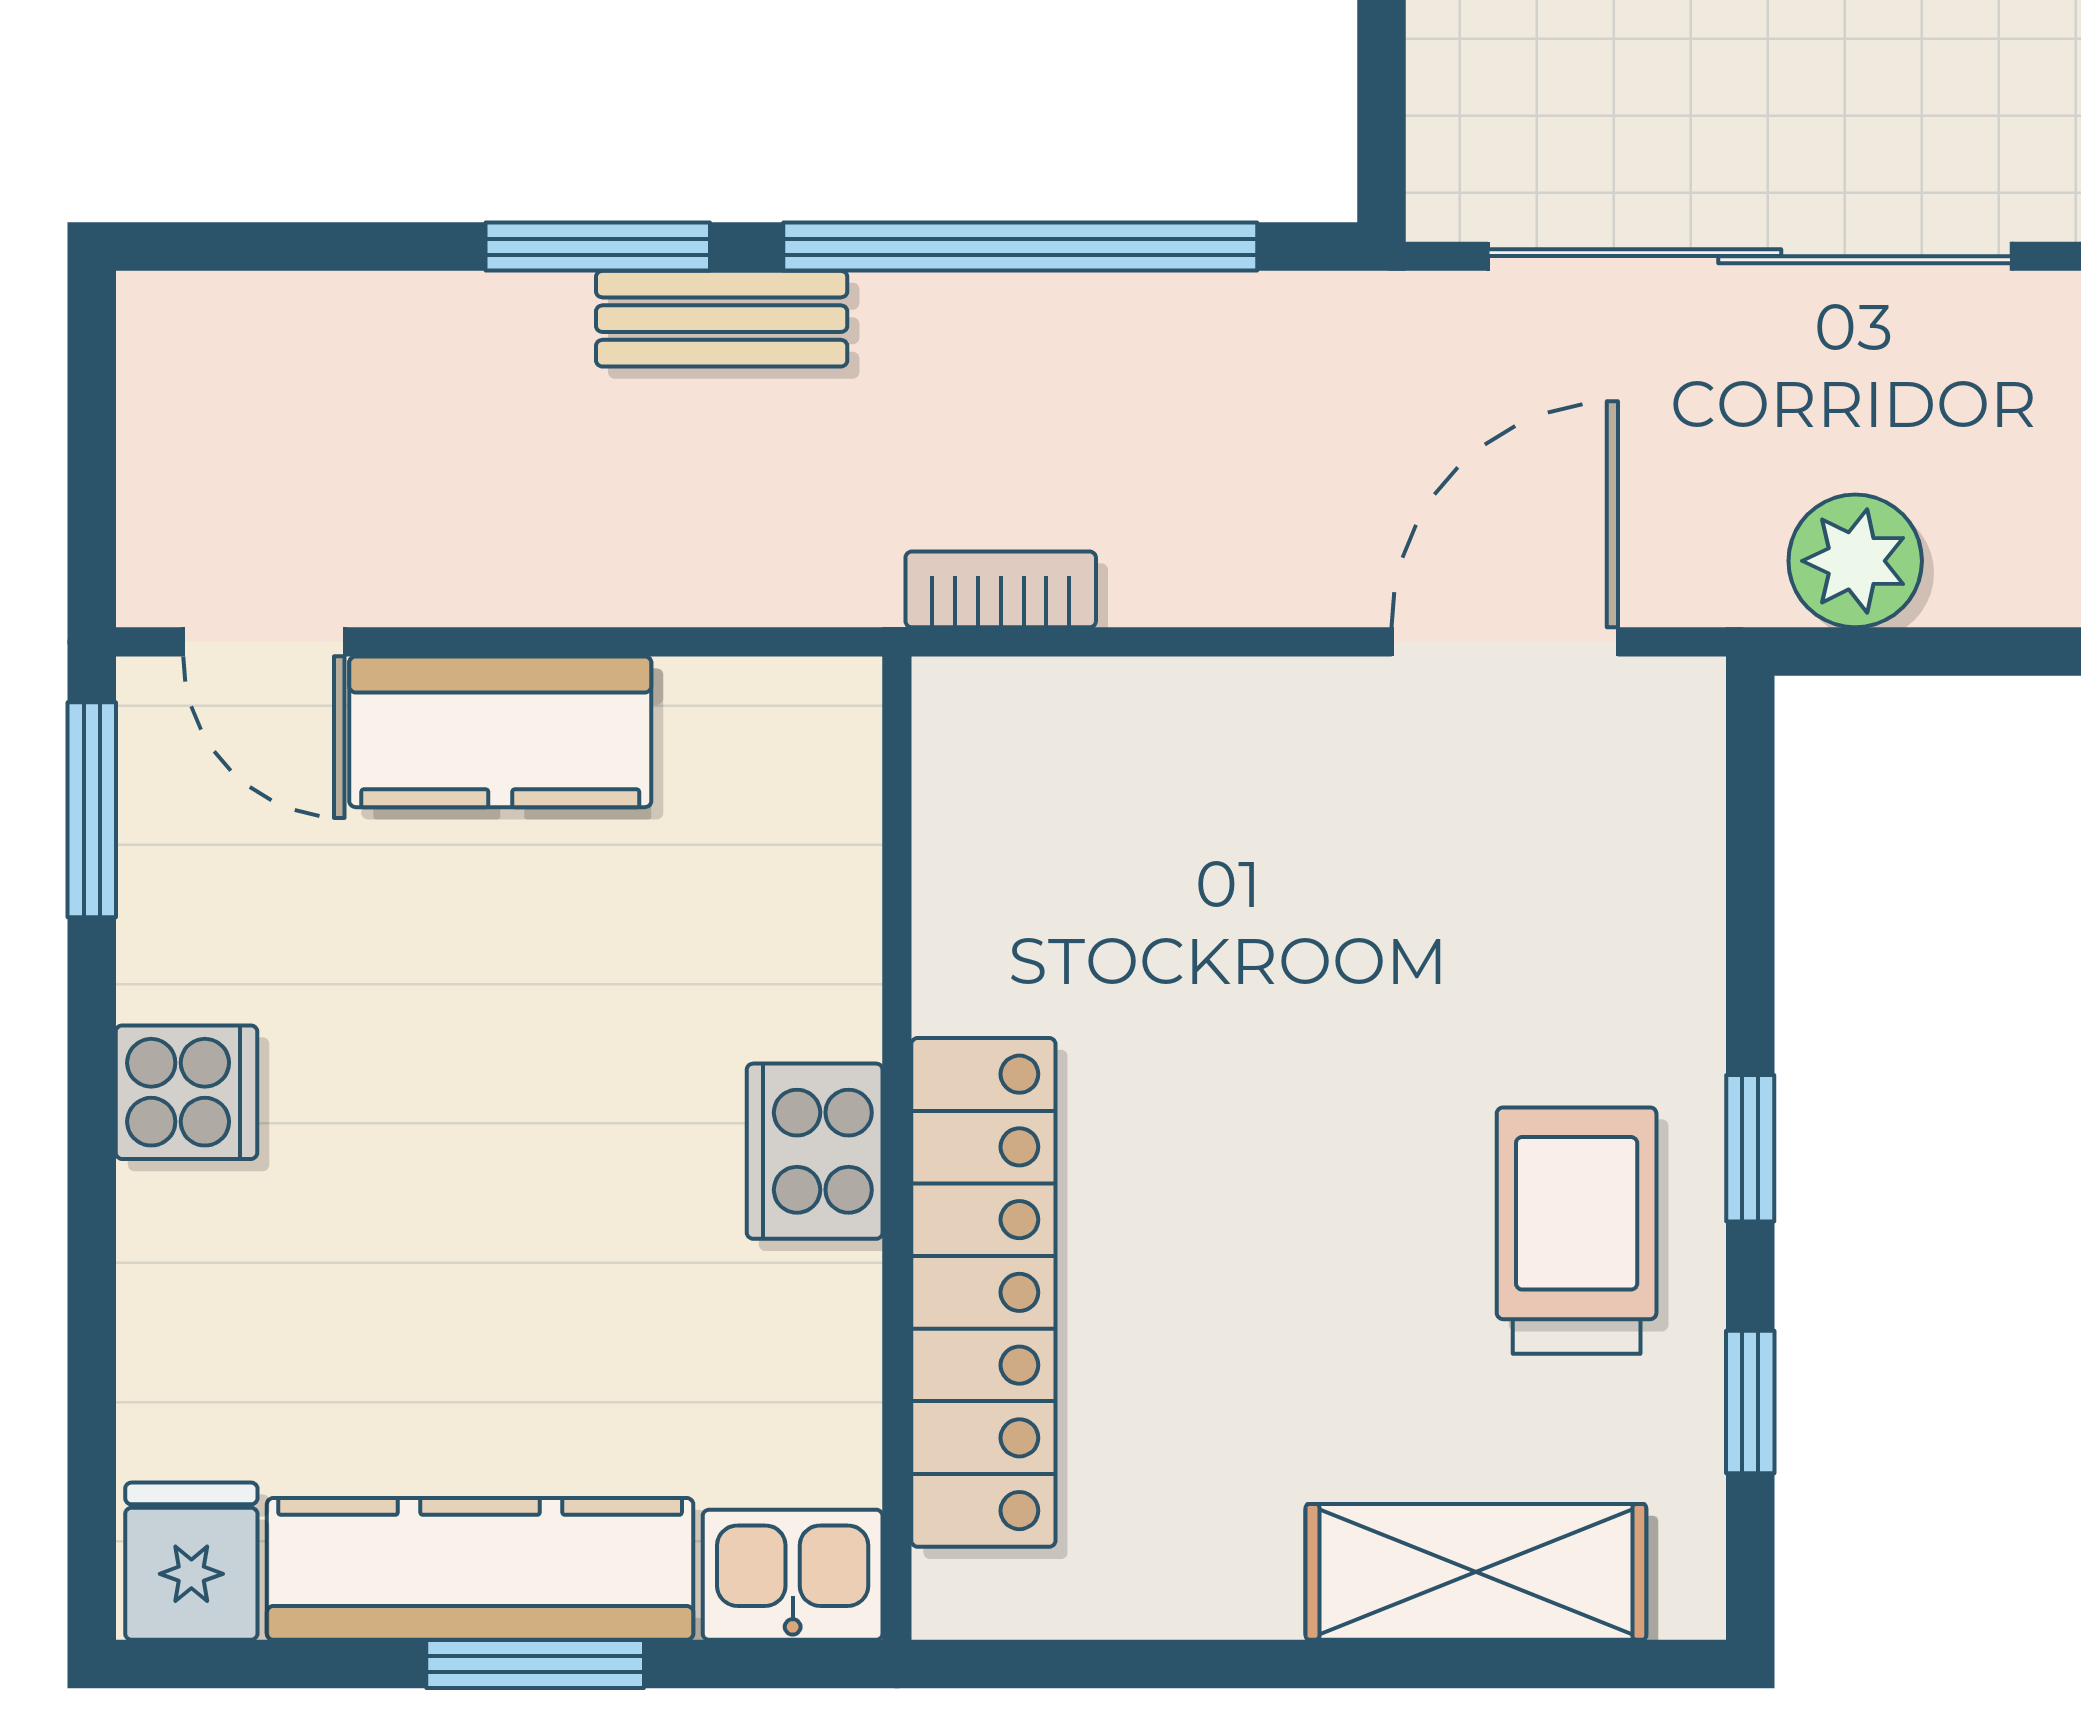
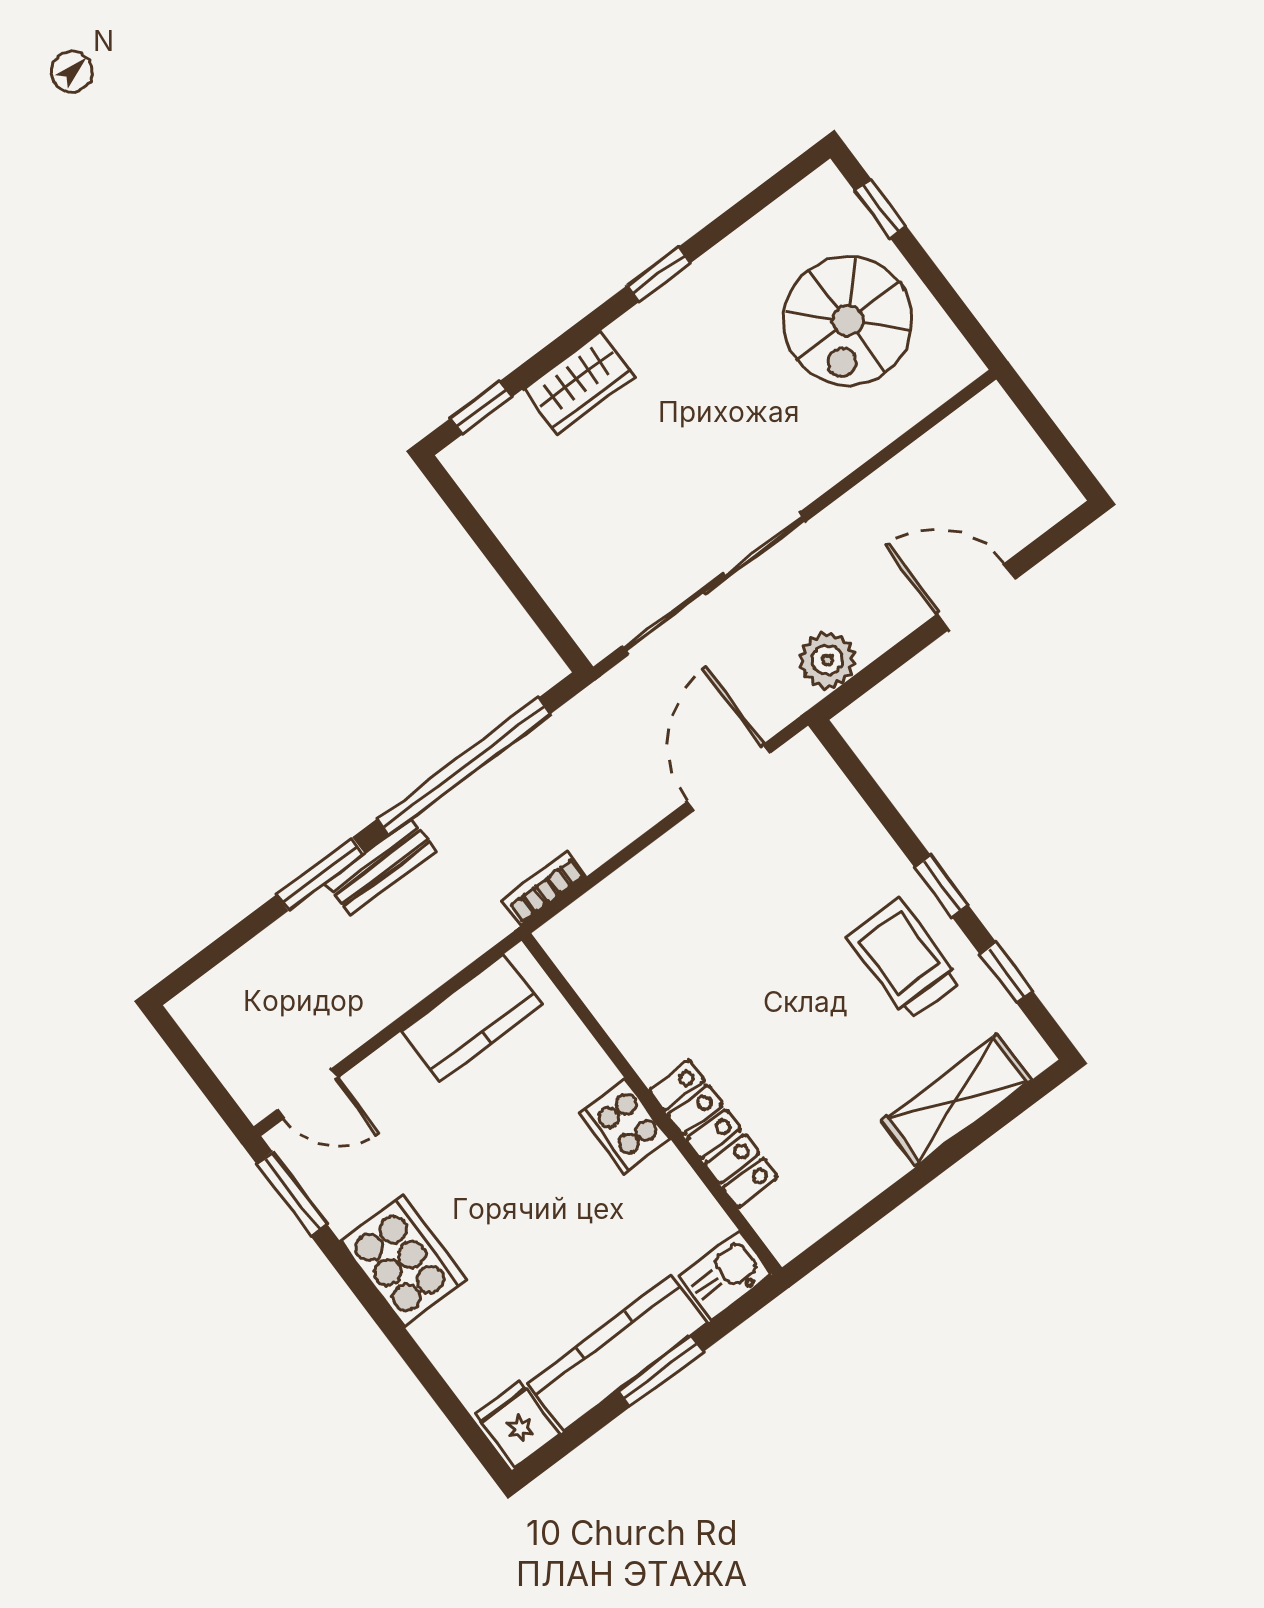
kitchen counter: (500, 732) -> (472, 1018), moved
cooker: (187, 1092) -> (404, 1261), width x1.87, depth x1.31
locker: (983, 1292) -> (714, 1134), width x0.71, depth x0.83

